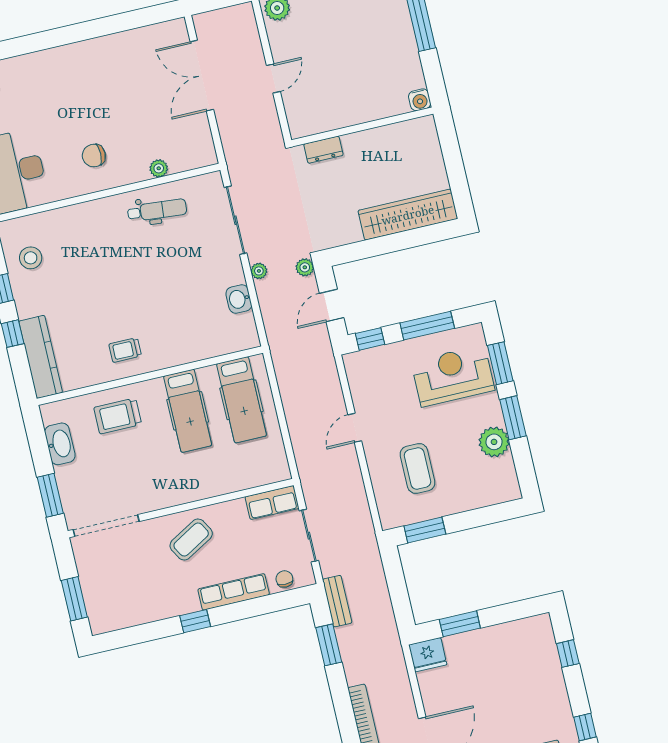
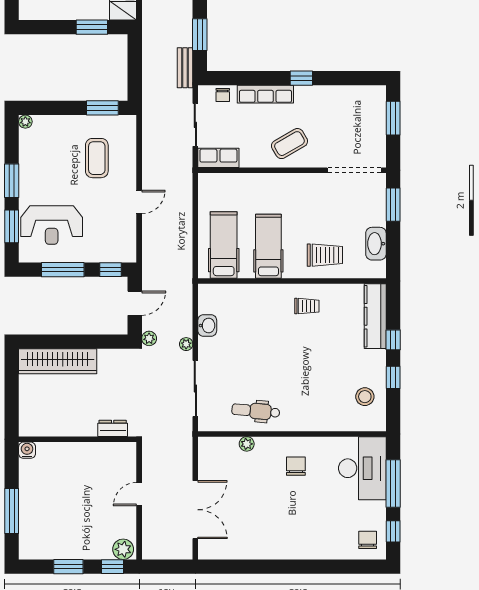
chair: (94, 156) -> (296, 466), turned -90
plant: (494, 442) -> (25, 122), moved, width x0.53, depth x0.53

